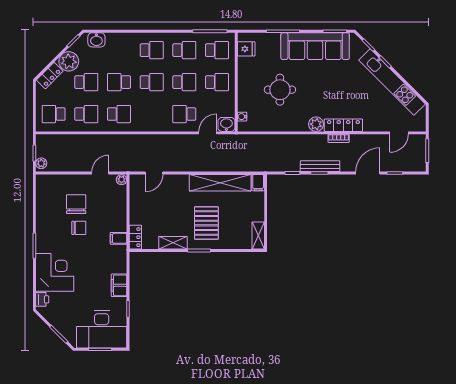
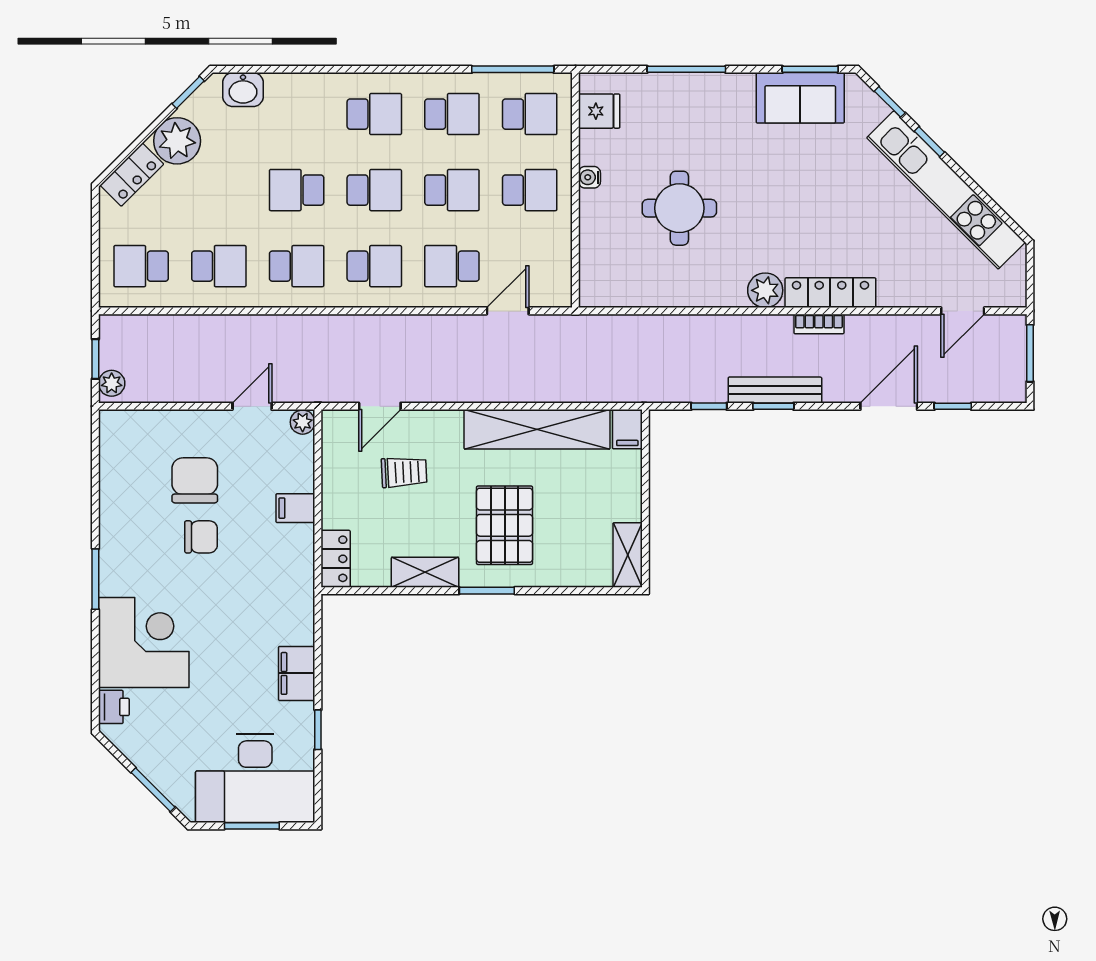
sofa: (315, 46) -> (800, 98), width x0.54, depth x0.79
school desk: (86, 82) -> (374, 266), moved
water cooler: (242, 117) -> (589, 177), moved
washbasin: (226, 124) -> (552, 291), removed
trolley: (164, 201) -> (404, 472), added
filing cabinet: (118, 238) -> (295, 508), moved

